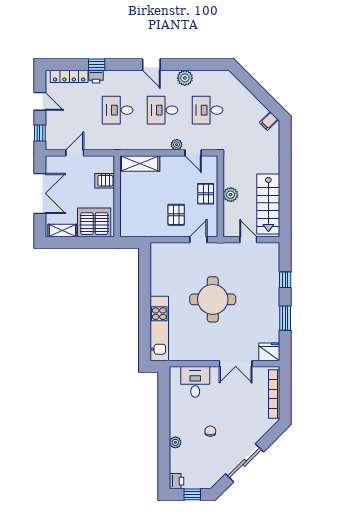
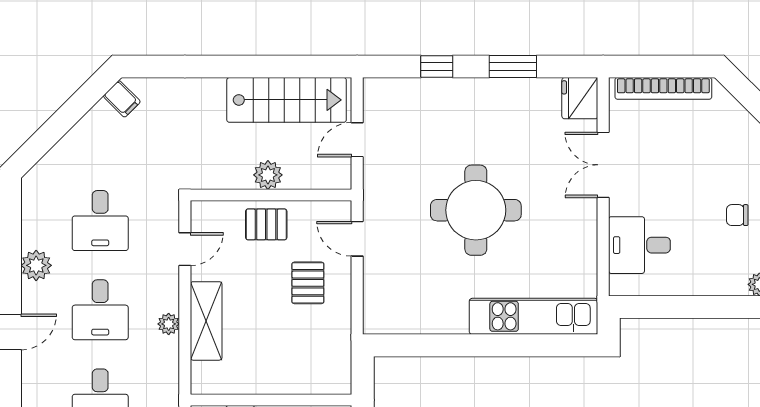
plant: (177, 145) -> (169, 324), moved
shelving: (140, 163) -> (206, 321), moved
pallet: (176, 215) -> (308, 283), turned 90
double door: (236, 364) -> (603, 165), swing flipped

